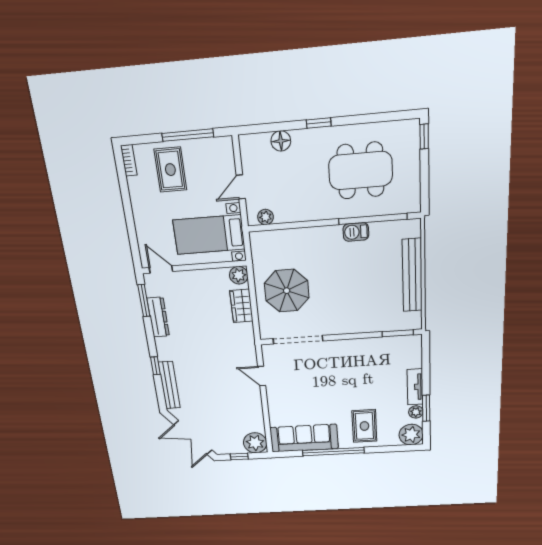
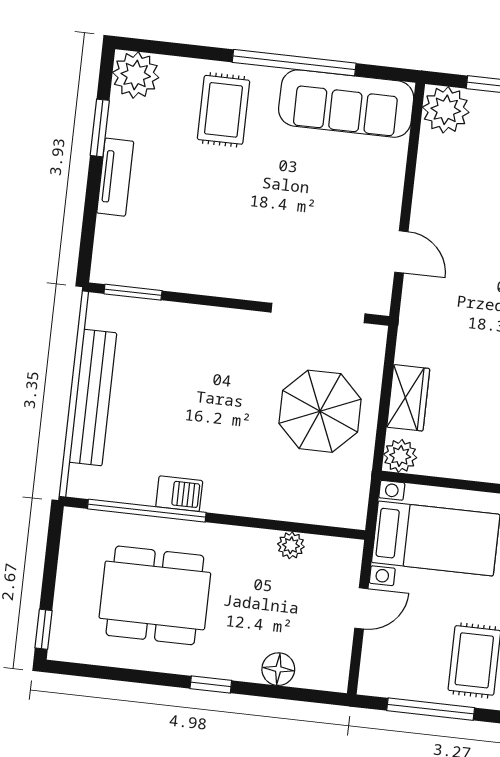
plant: (266, 217) -> (291, 545), moved
plant: (416, 412) -> (121, 123), removed

